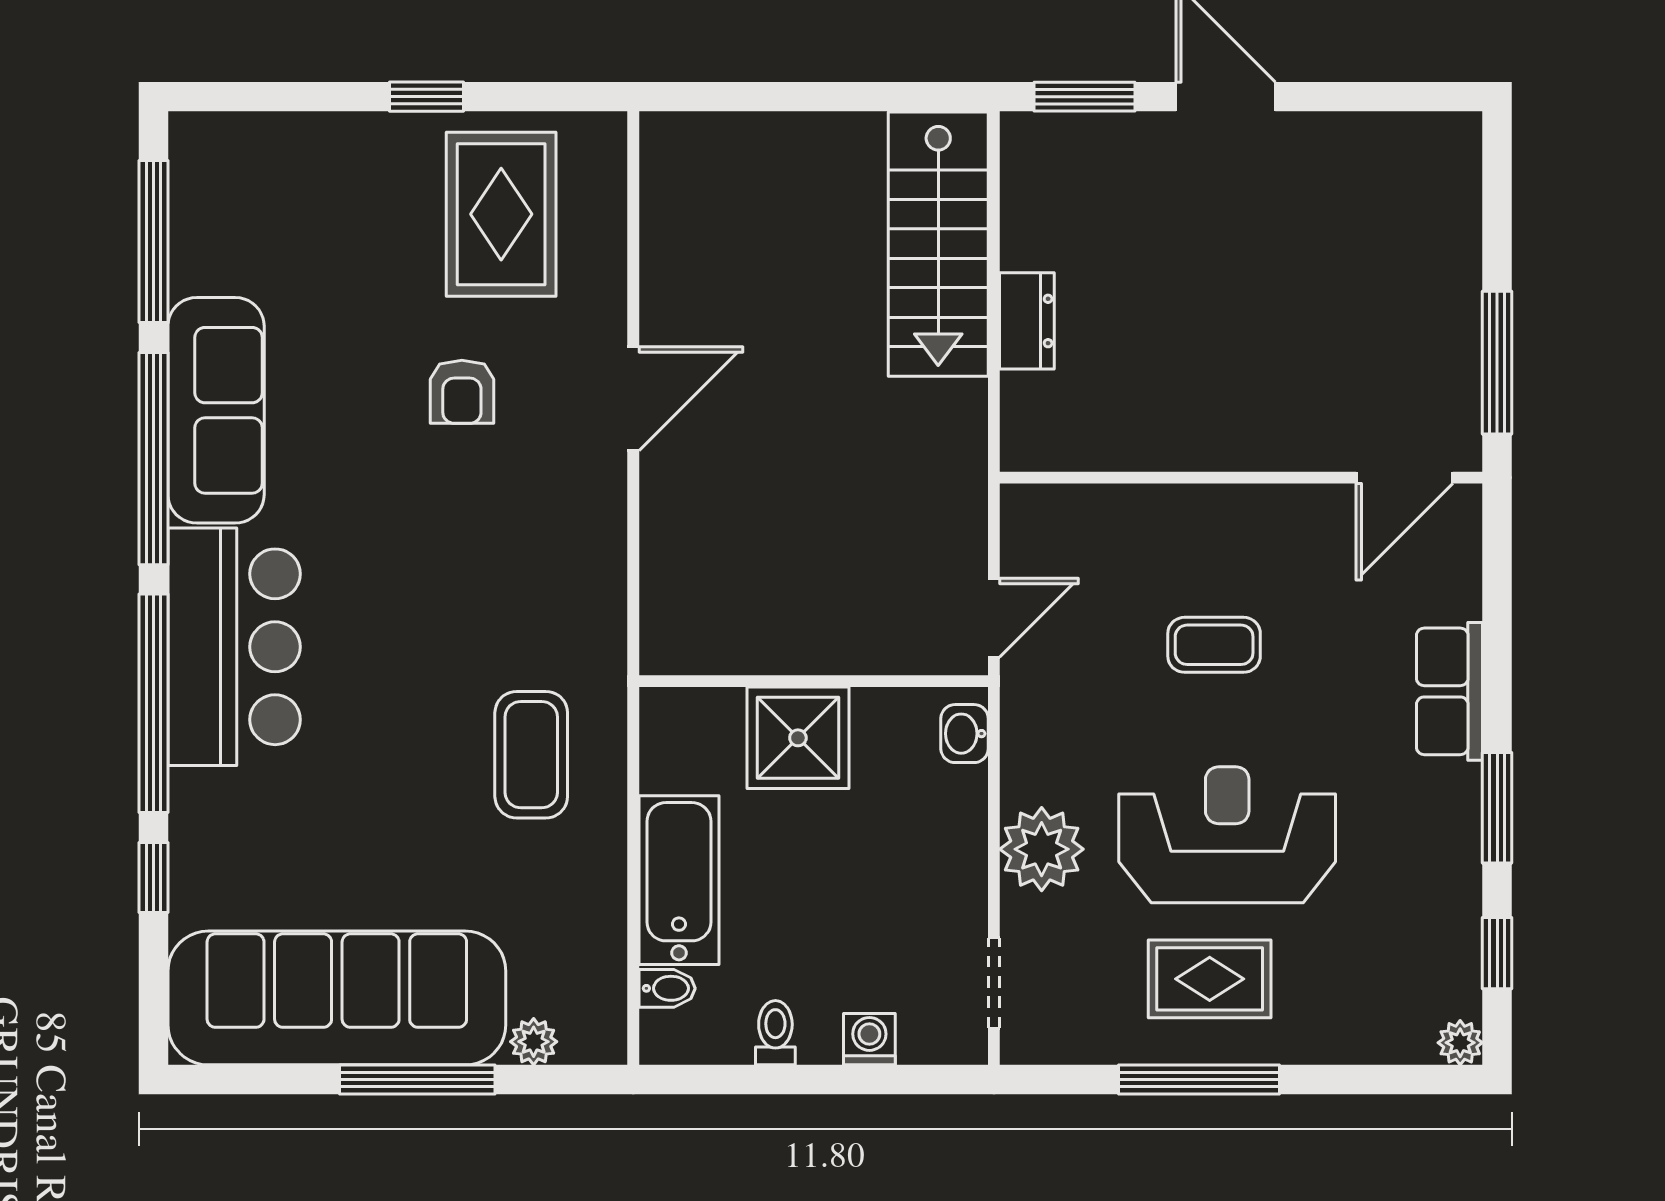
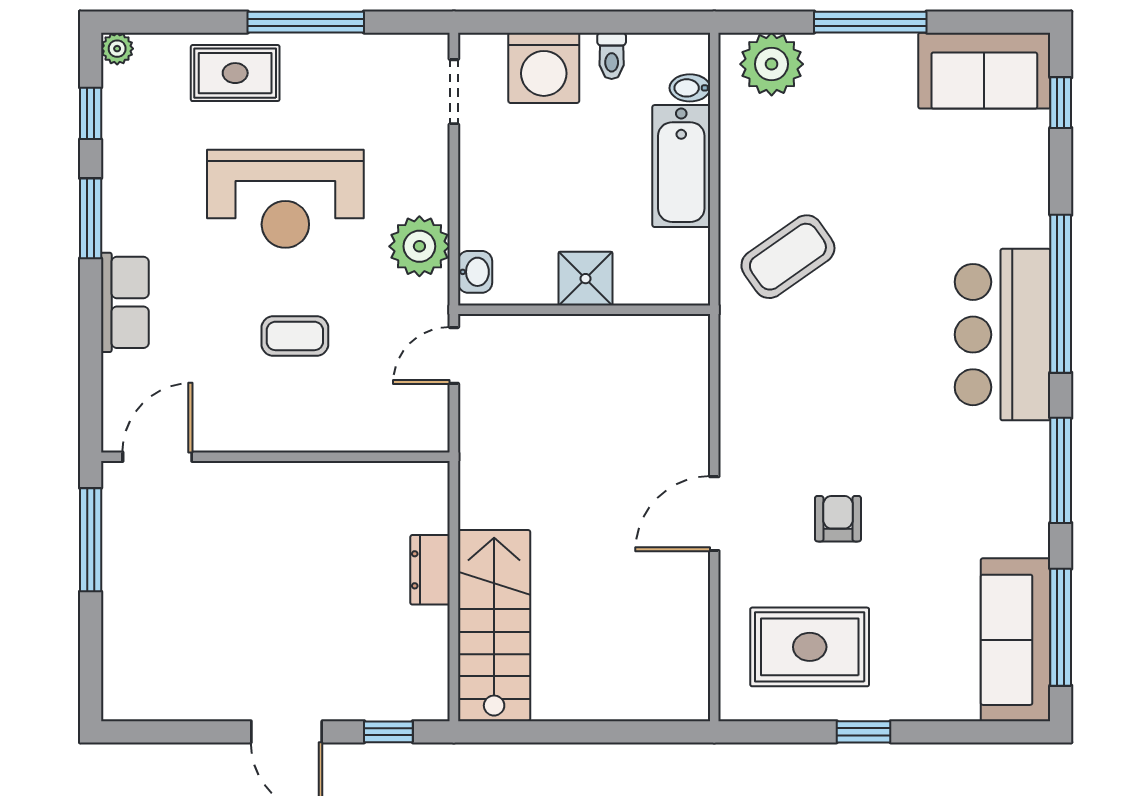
window: (1084, 97) -> (388, 732), width x0.67
rug: (501, 214) -> (810, 647), turned 90
sofa: (216, 410) -> (1016, 640), moved
window: (153, 459) -> (1061, 470), width x0.68
shower: (798, 738) -> (586, 279), width x0.73, depth x0.73
coffee table: (531, 755) -> (788, 257), turned 55
plant: (1042, 849) -> (419, 246), moved
window: (153, 878) -> (1061, 103), moved
rug: (1210, 979) -> (235, 73), moved
sofa: (337, 998) -> (984, 71), width x0.54, depth x0.79
washing machine: (869, 1039) -> (544, 68), width x1.89, depth x1.89
plant: (534, 1042) -> (772, 64), width x1.88, depth x1.88

